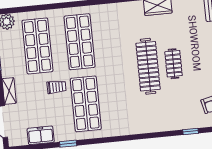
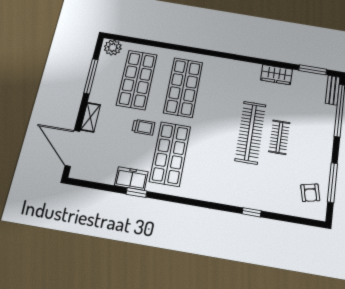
window: (191, 131) -> (252, 212), moved
freezer: (41, 135) -> (131, 178), moved

